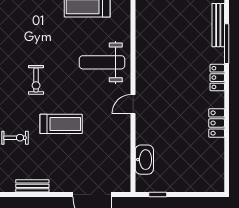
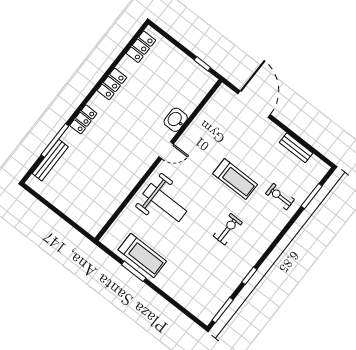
treadmill: (61, 124) -> (235, 179), turned 180
washbasin: (144, 160) -> (176, 120), moved, width x0.72
locker: (217, 170) -> (141, 47), added

